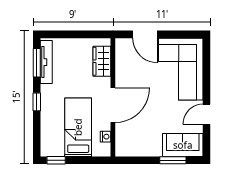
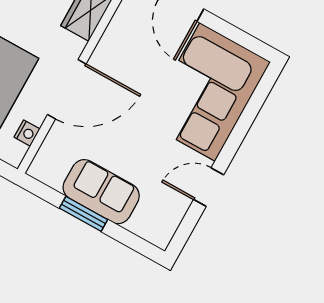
sofa: (183, 145) -> (101, 192), moved
window: (173, 160) -> (84, 214), moved

